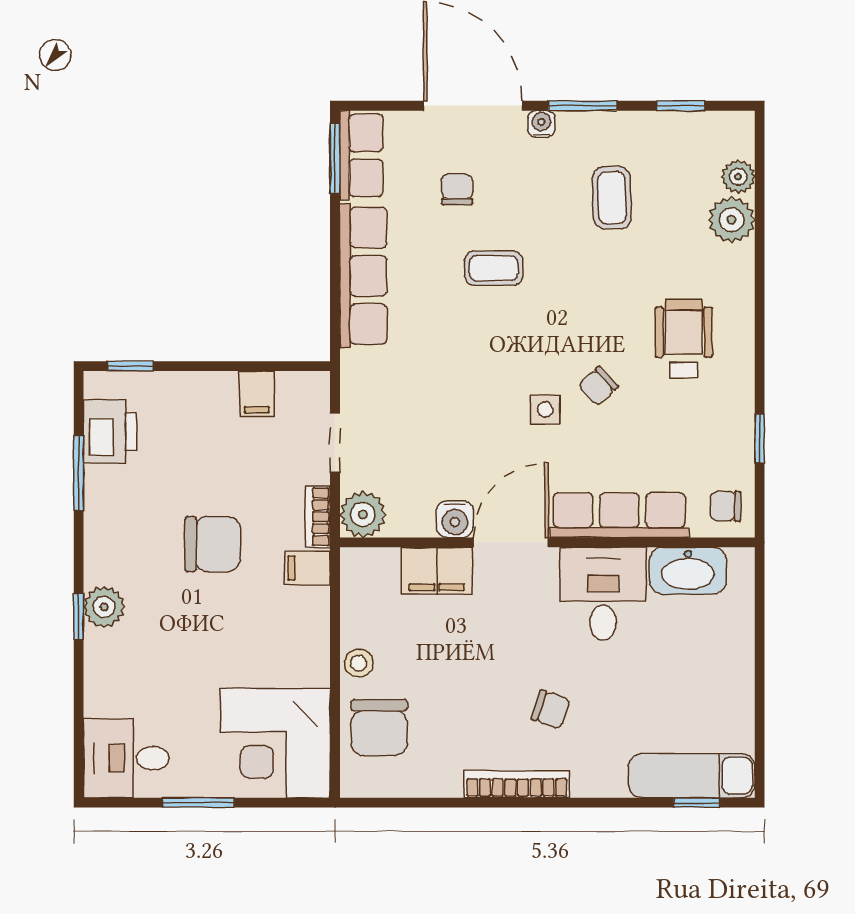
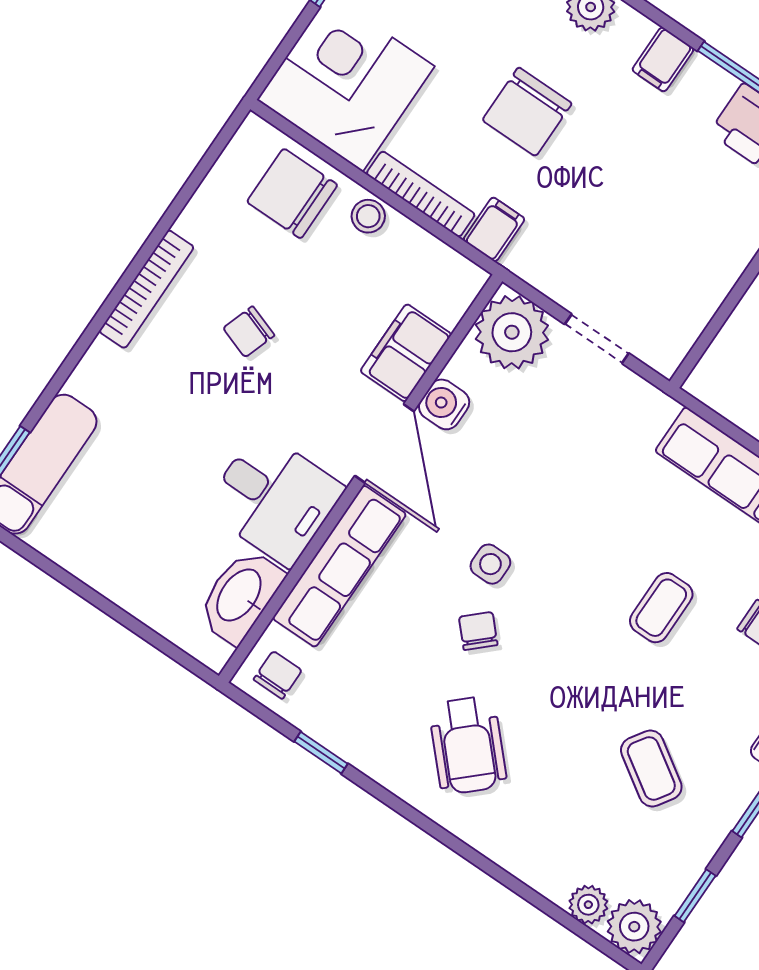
coffee table: (612, 198) -> (651, 768), turned 35
plant: (732, 220) -> (634, 927), moved
wheelchair: (684, 338) -> (468, 745), turned 47
filing cabinet: (257, 394) -> (663, 59), moved, turned -90
plant: (363, 514) -> (512, 332), width x1.36, depth x1.36
bookcase: (318, 517) -> (421, 194), moved, width x1.56
chair: (213, 544) -> (527, 112), moved
chair: (551, 709) -> (249, 332), moved

